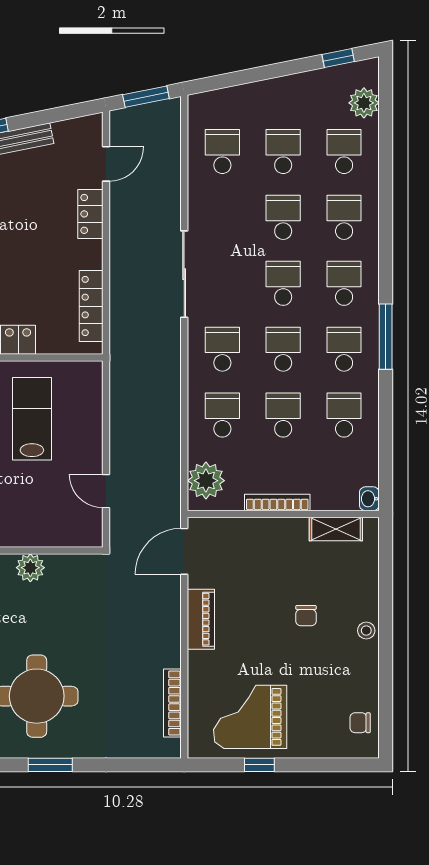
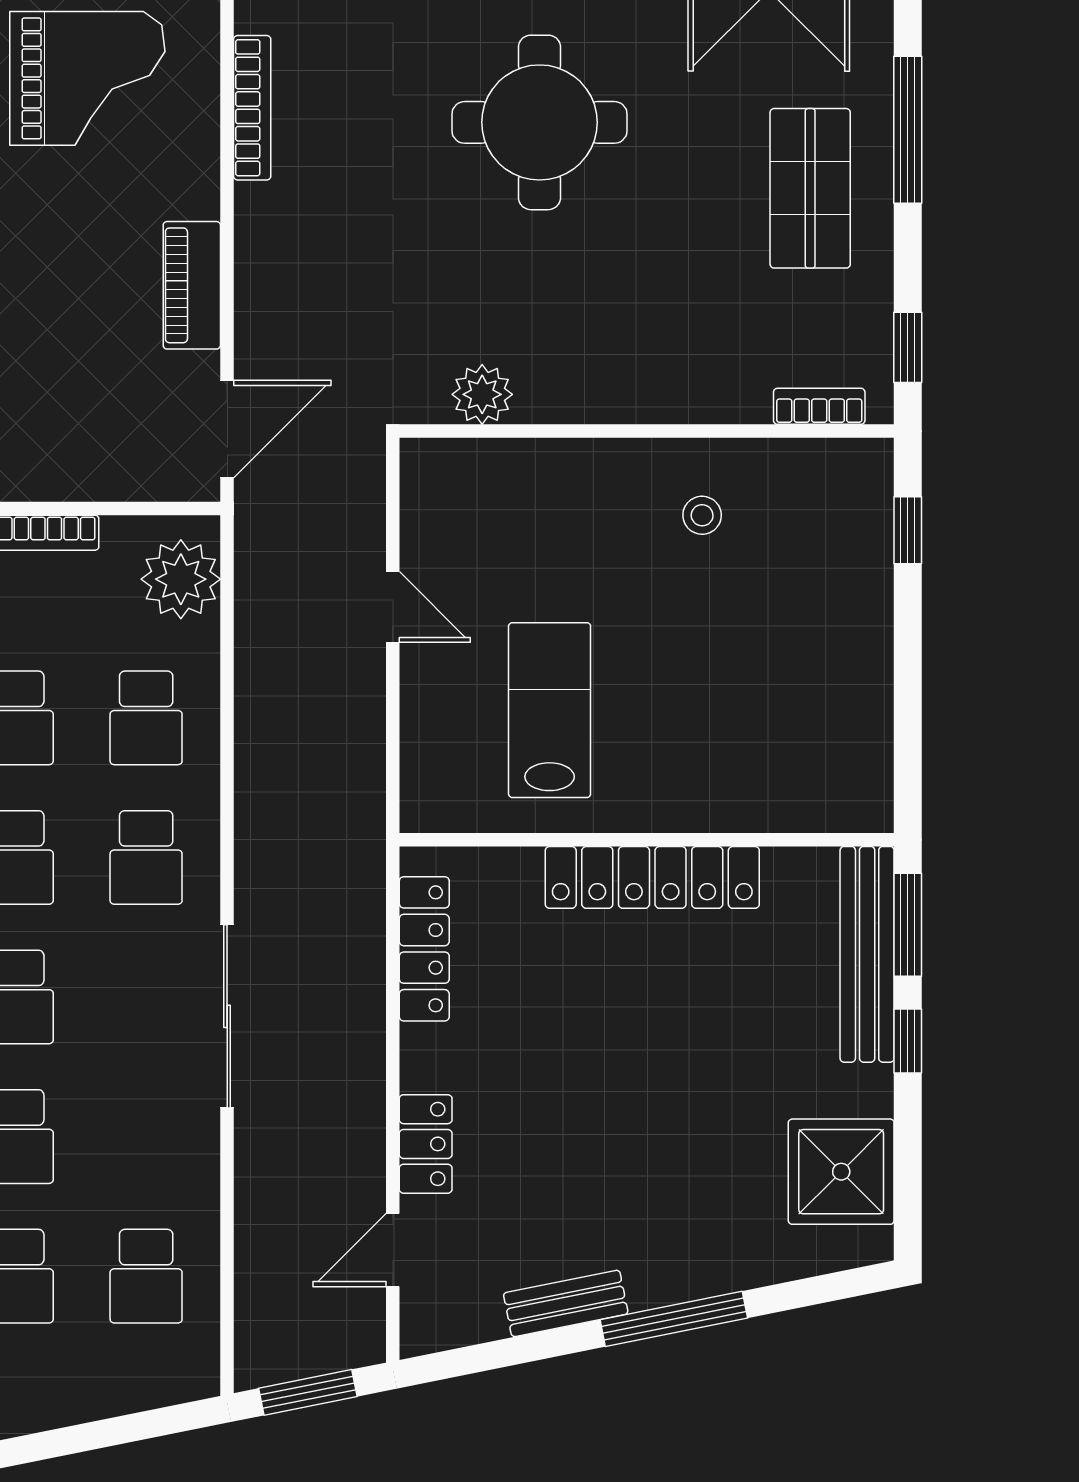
lab bench: (32, 419) -> (550, 710), turned 180
door: (106, 491) -> (393, 607), moved
plant: (30, 568) -> (482, 394), moved

